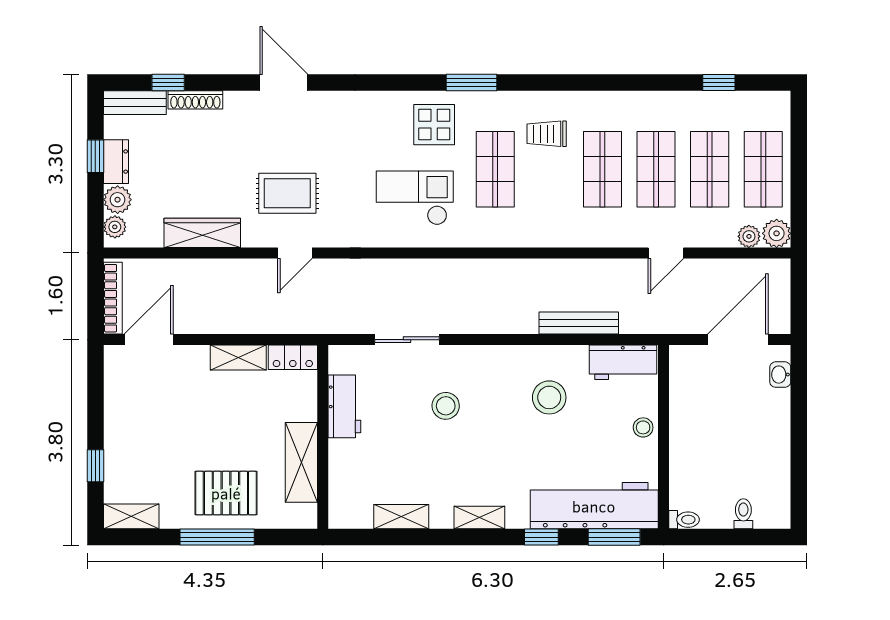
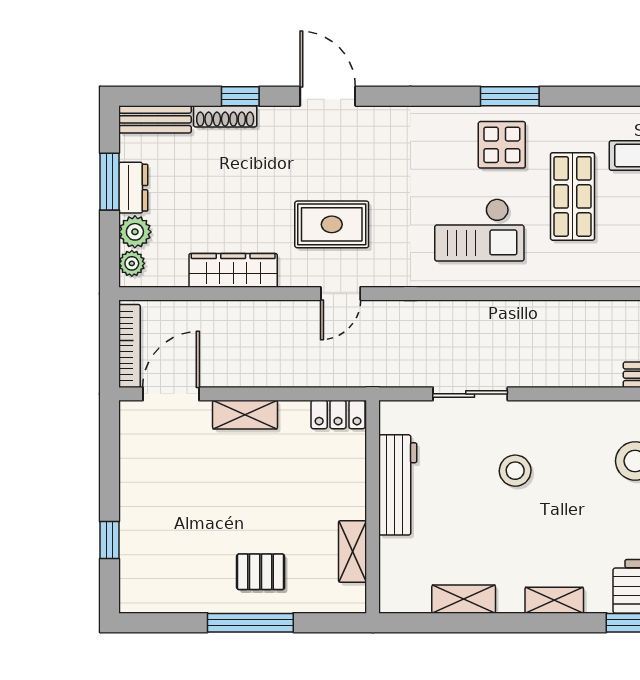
window: (168, 83) -> (240, 96), moved
window: (471, 83) -> (510, 96), moved
window: (95, 156) -> (109, 182), width x1.50
checkout: (415, 198) -> (479, 230), turned 180
shelving: (238, 357) -> (245, 415), moved
workbench: (344, 406) -> (398, 485), width x1.37
shelving: (301, 462) -> (353, 552), width x0.67, depth x0.75
pallet: (226, 493) -> (261, 572), width x0.67, depth x0.71
shelving: (131, 516) -> (151, 599), removed

